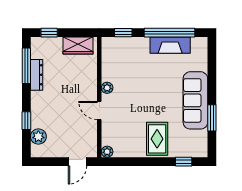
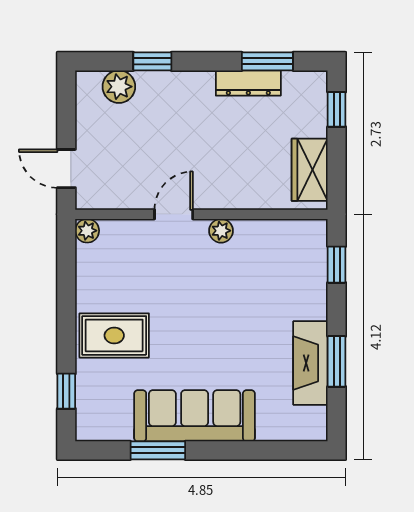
window: (169, 33) -> (337, 361), width x0.47
window: (26, 66) -> (267, 61), width x0.69

